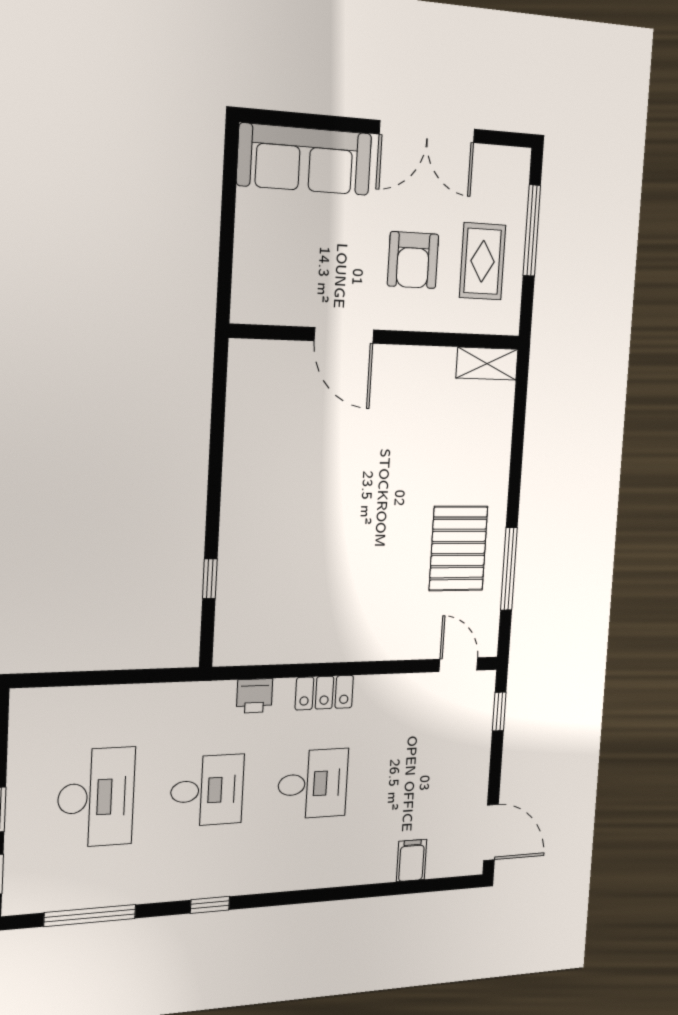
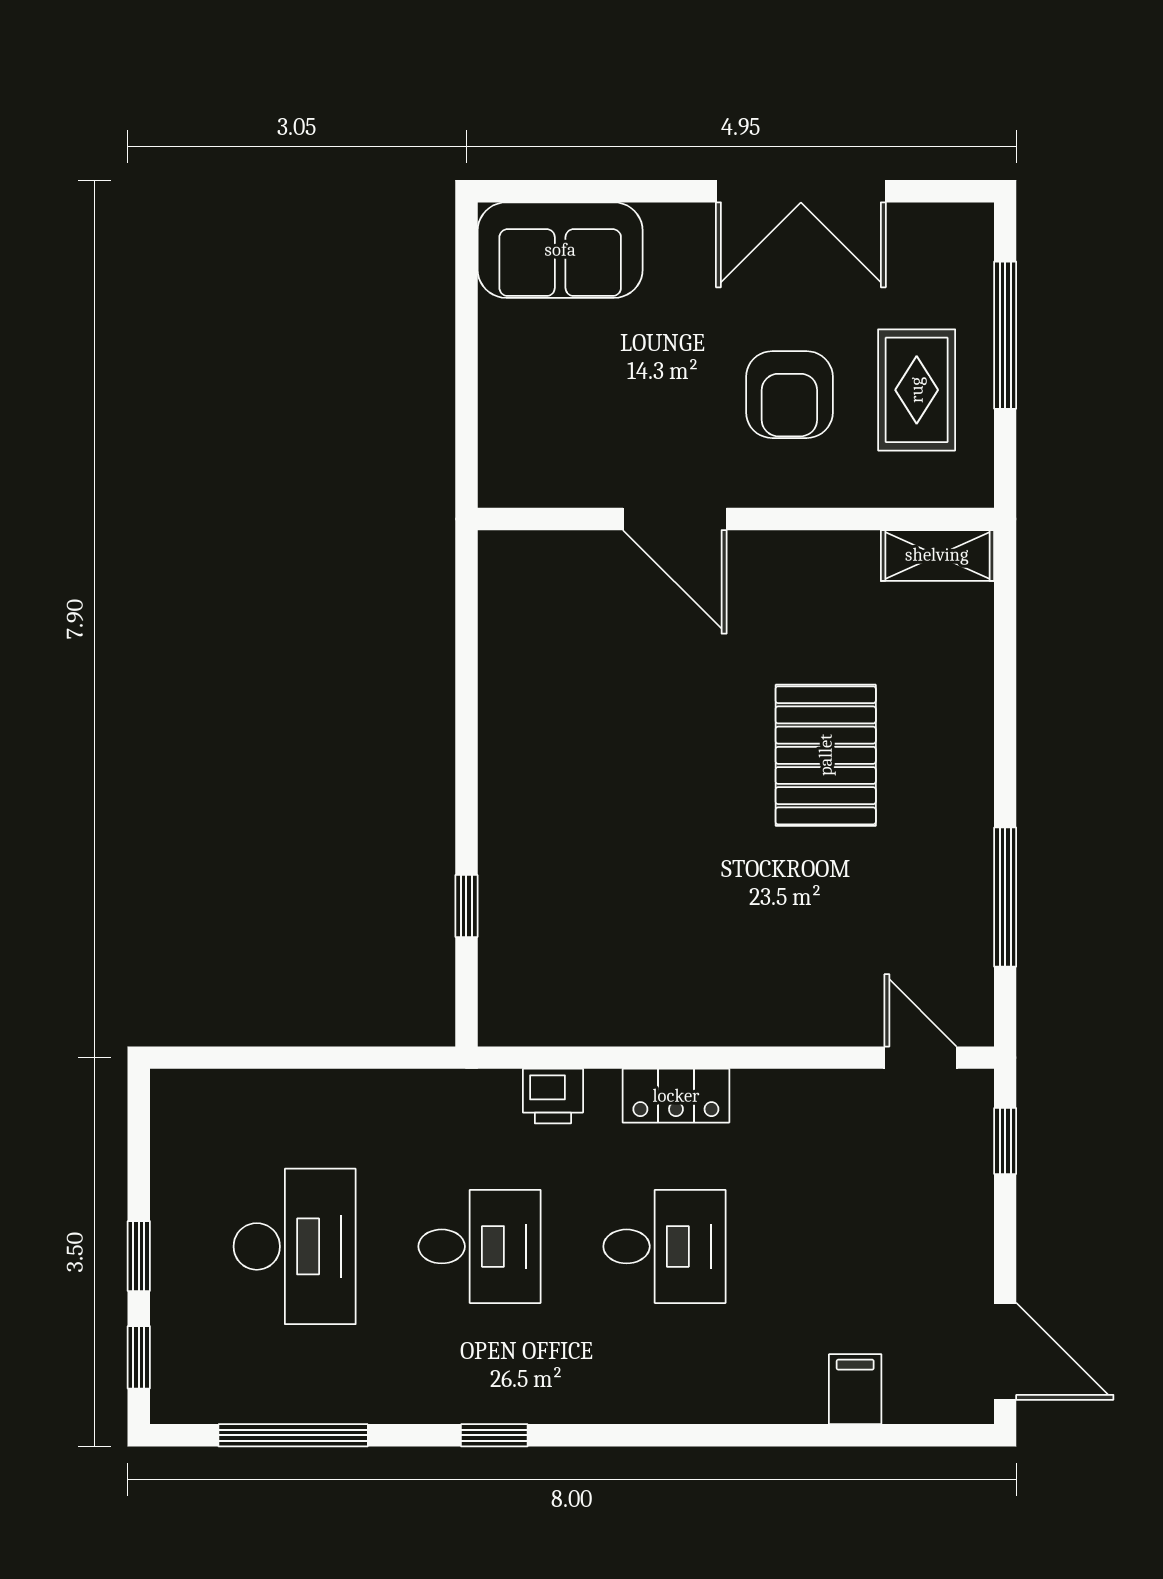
sofa: (305, 159) -> (560, 250), width x0.73
pallet: (458, 548) -> (826, 755), moved

